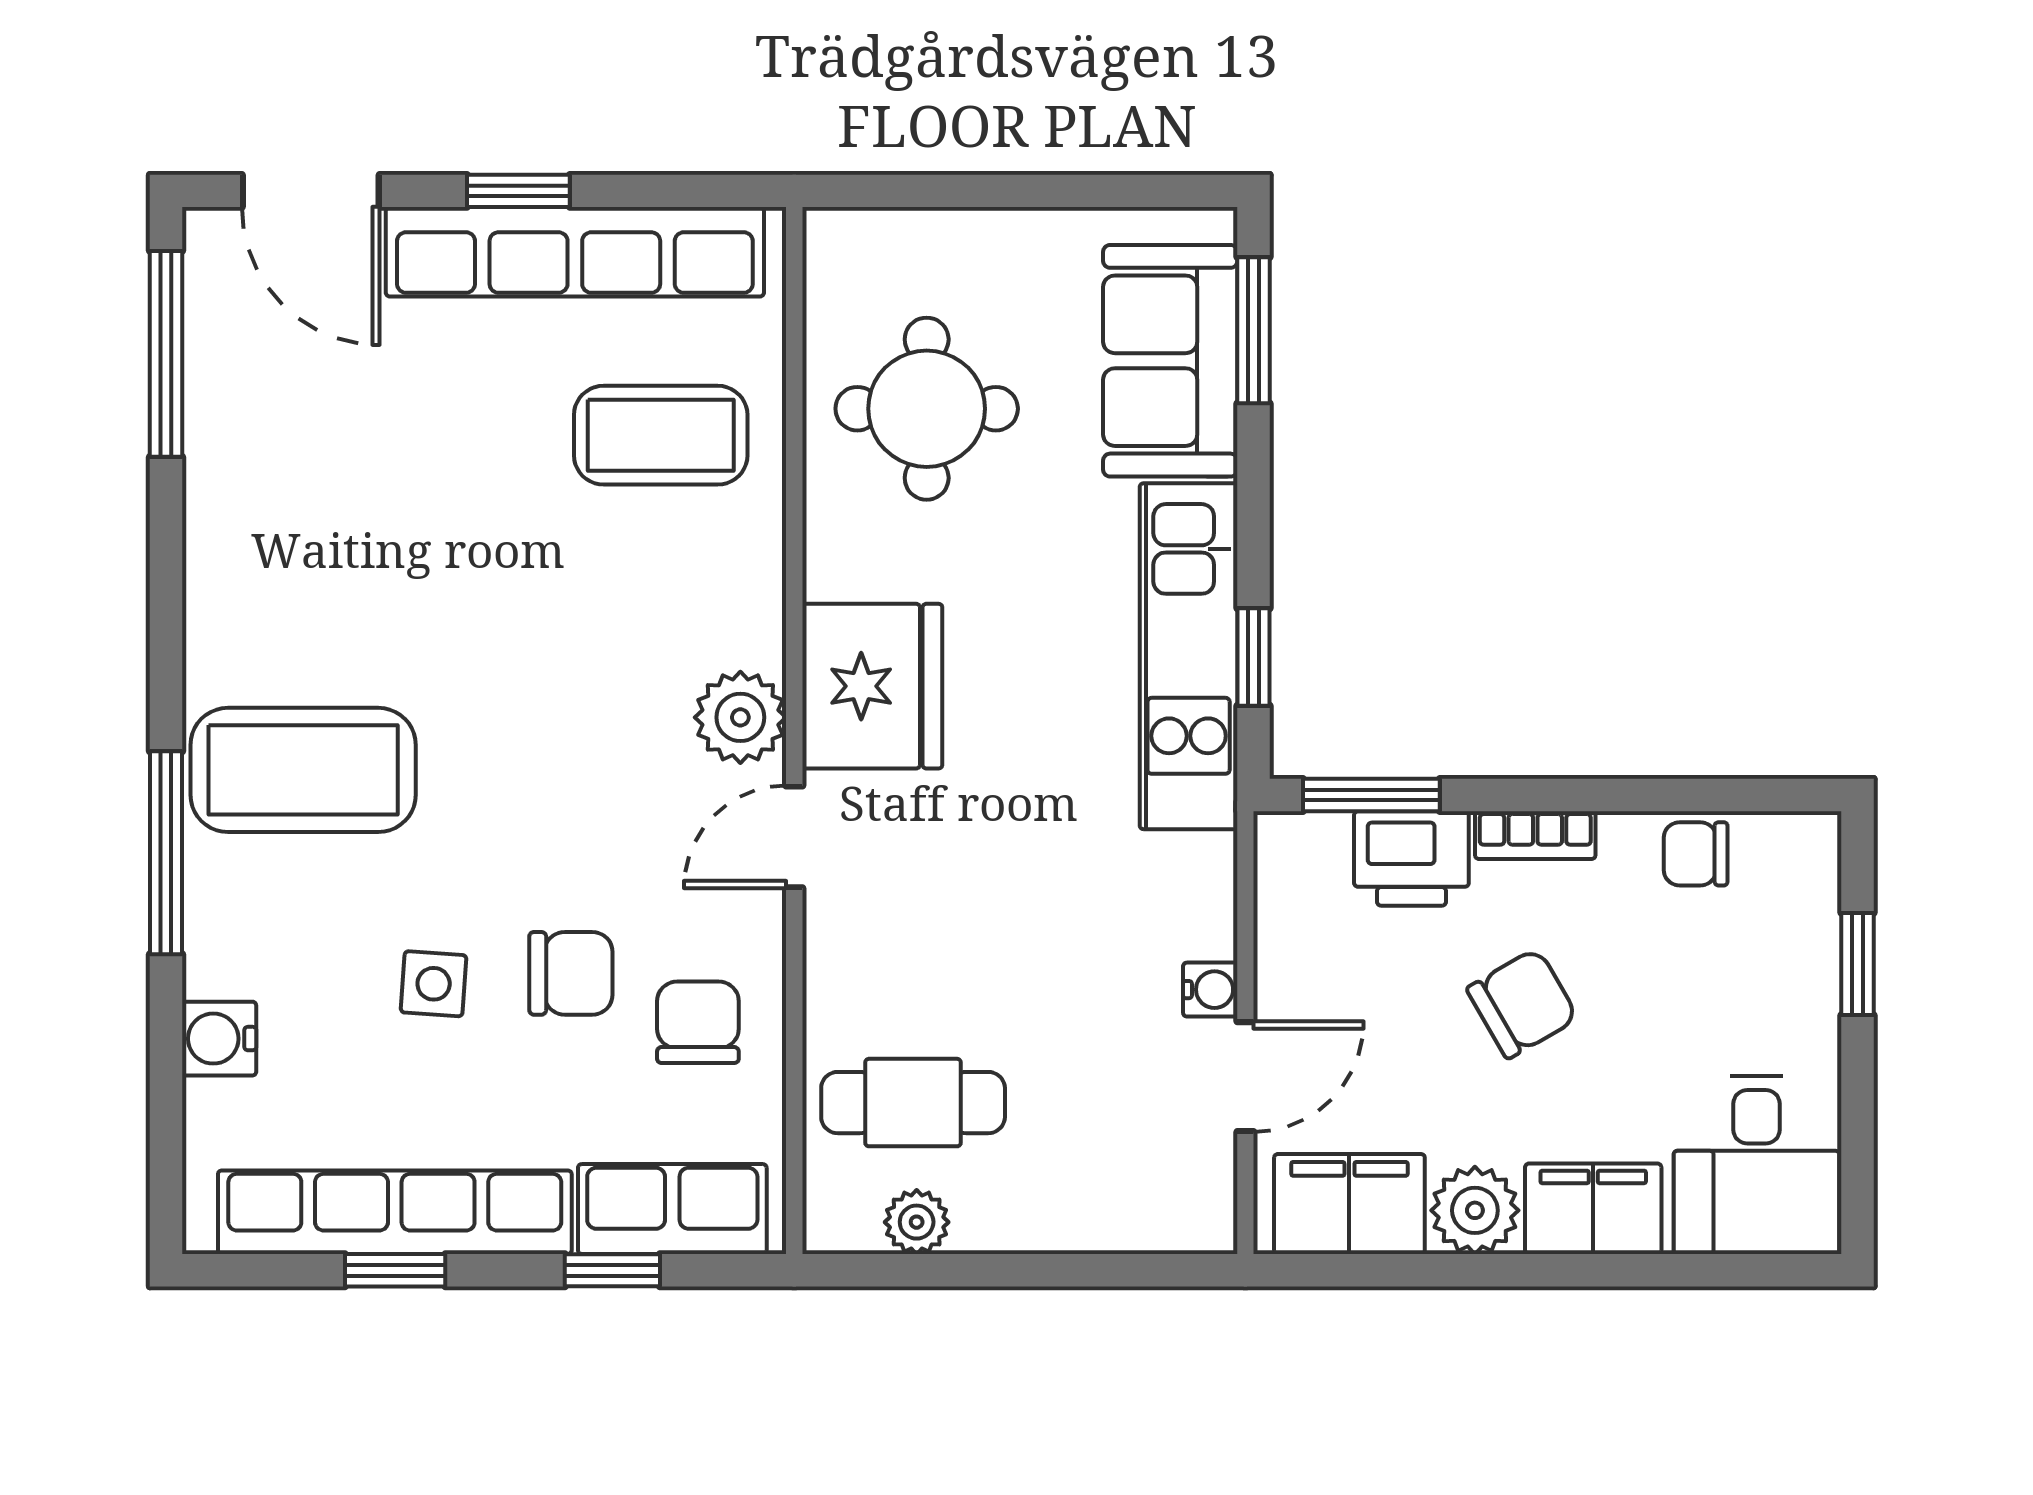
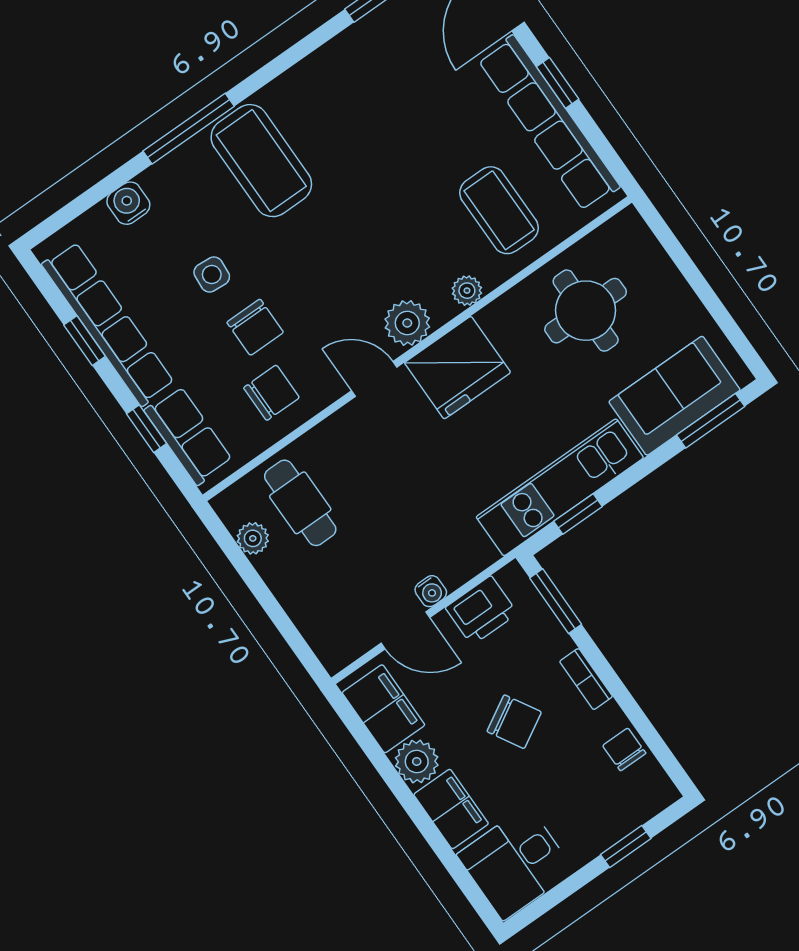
plant: (756, 581) -> (467, 291), added
printer: (1411, 858) -> (481, 611), moved, turned -90

